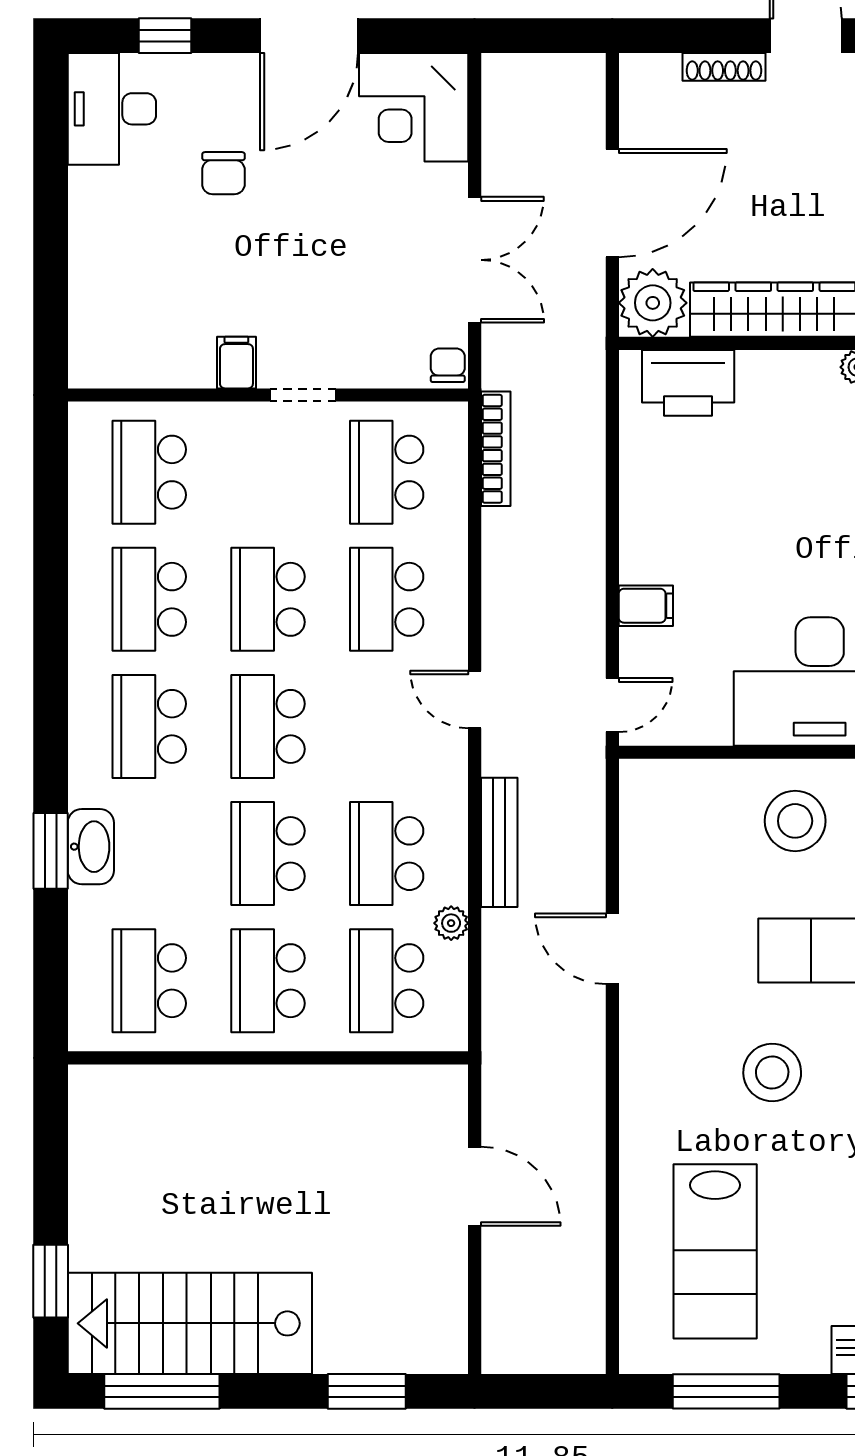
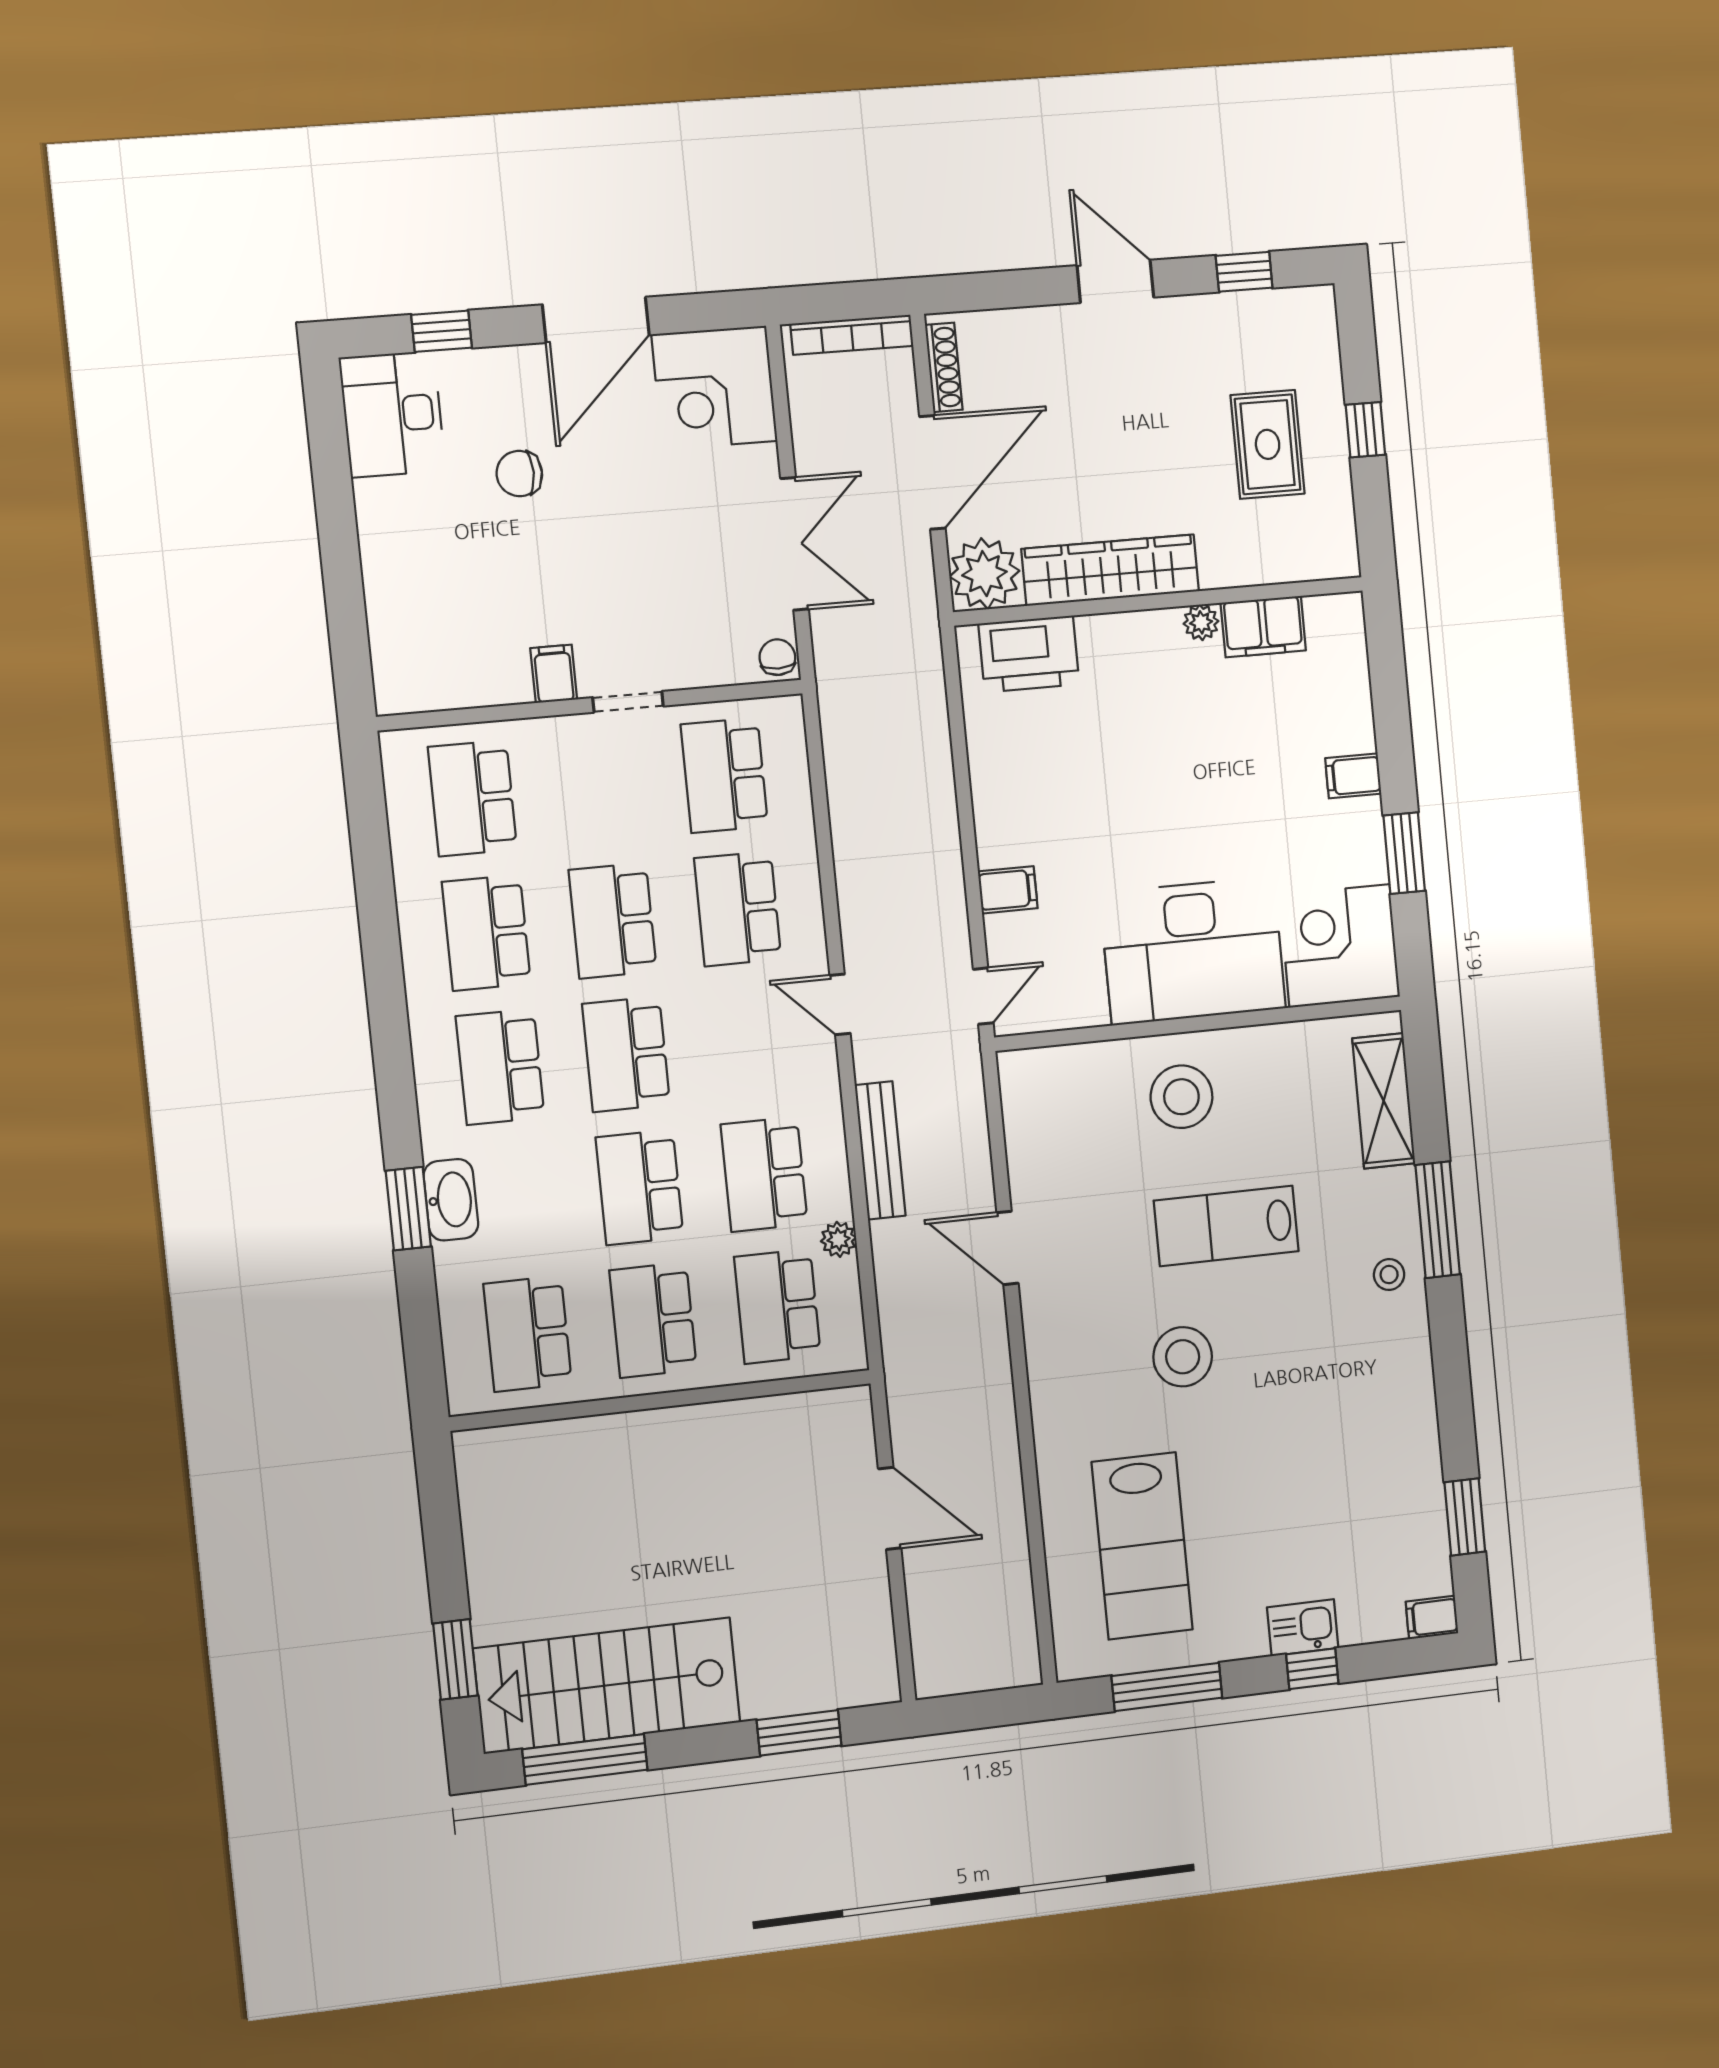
shoe rack: (724, 67) -> (944, 367), moved, turned -90
chair: (223, 173) -> (519, 474), turned 90
bookcase: (496, 449) -> (852, 335), moved, turned 90

